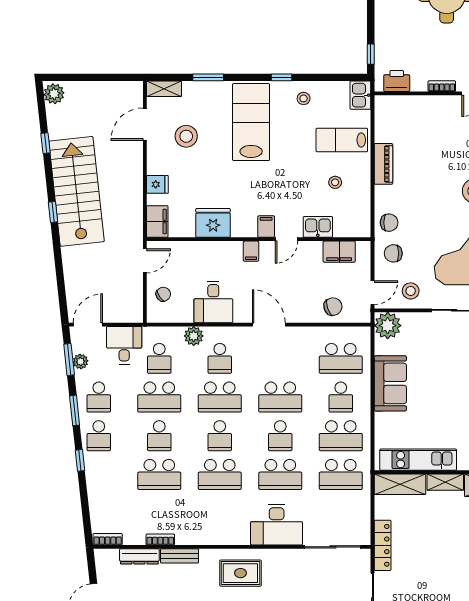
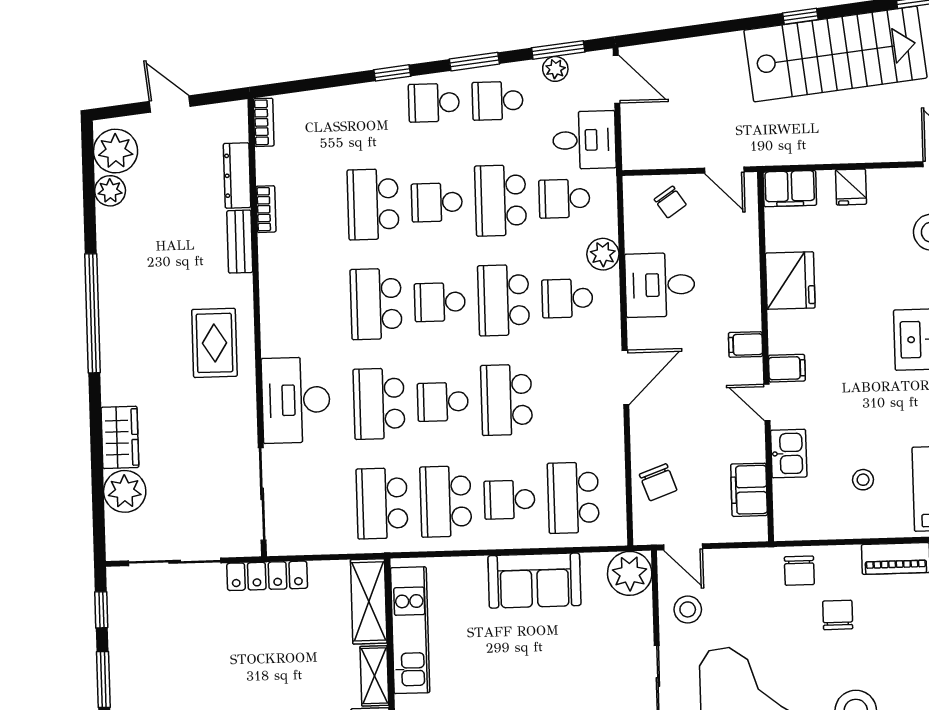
chair: (393, 253) -> (838, 615), moved

